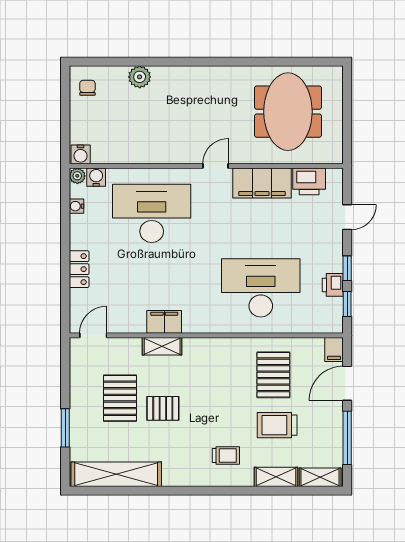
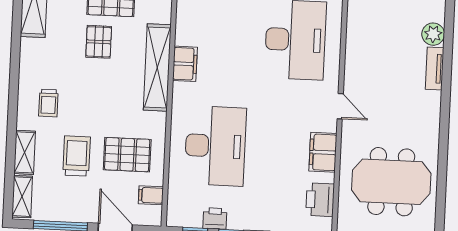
tv unit: (174, 74) -> (435, 69), added
filing cabinet: (262, 183) -> (323, 152), width x0.67, depth x0.86
filing cabinet: (164, 322) -> (185, 64), moved
shelving: (162, 346) -> (157, 67), width x2.20, depth x1.33
filing cabinet: (334, 349) -> (151, 195), moved

